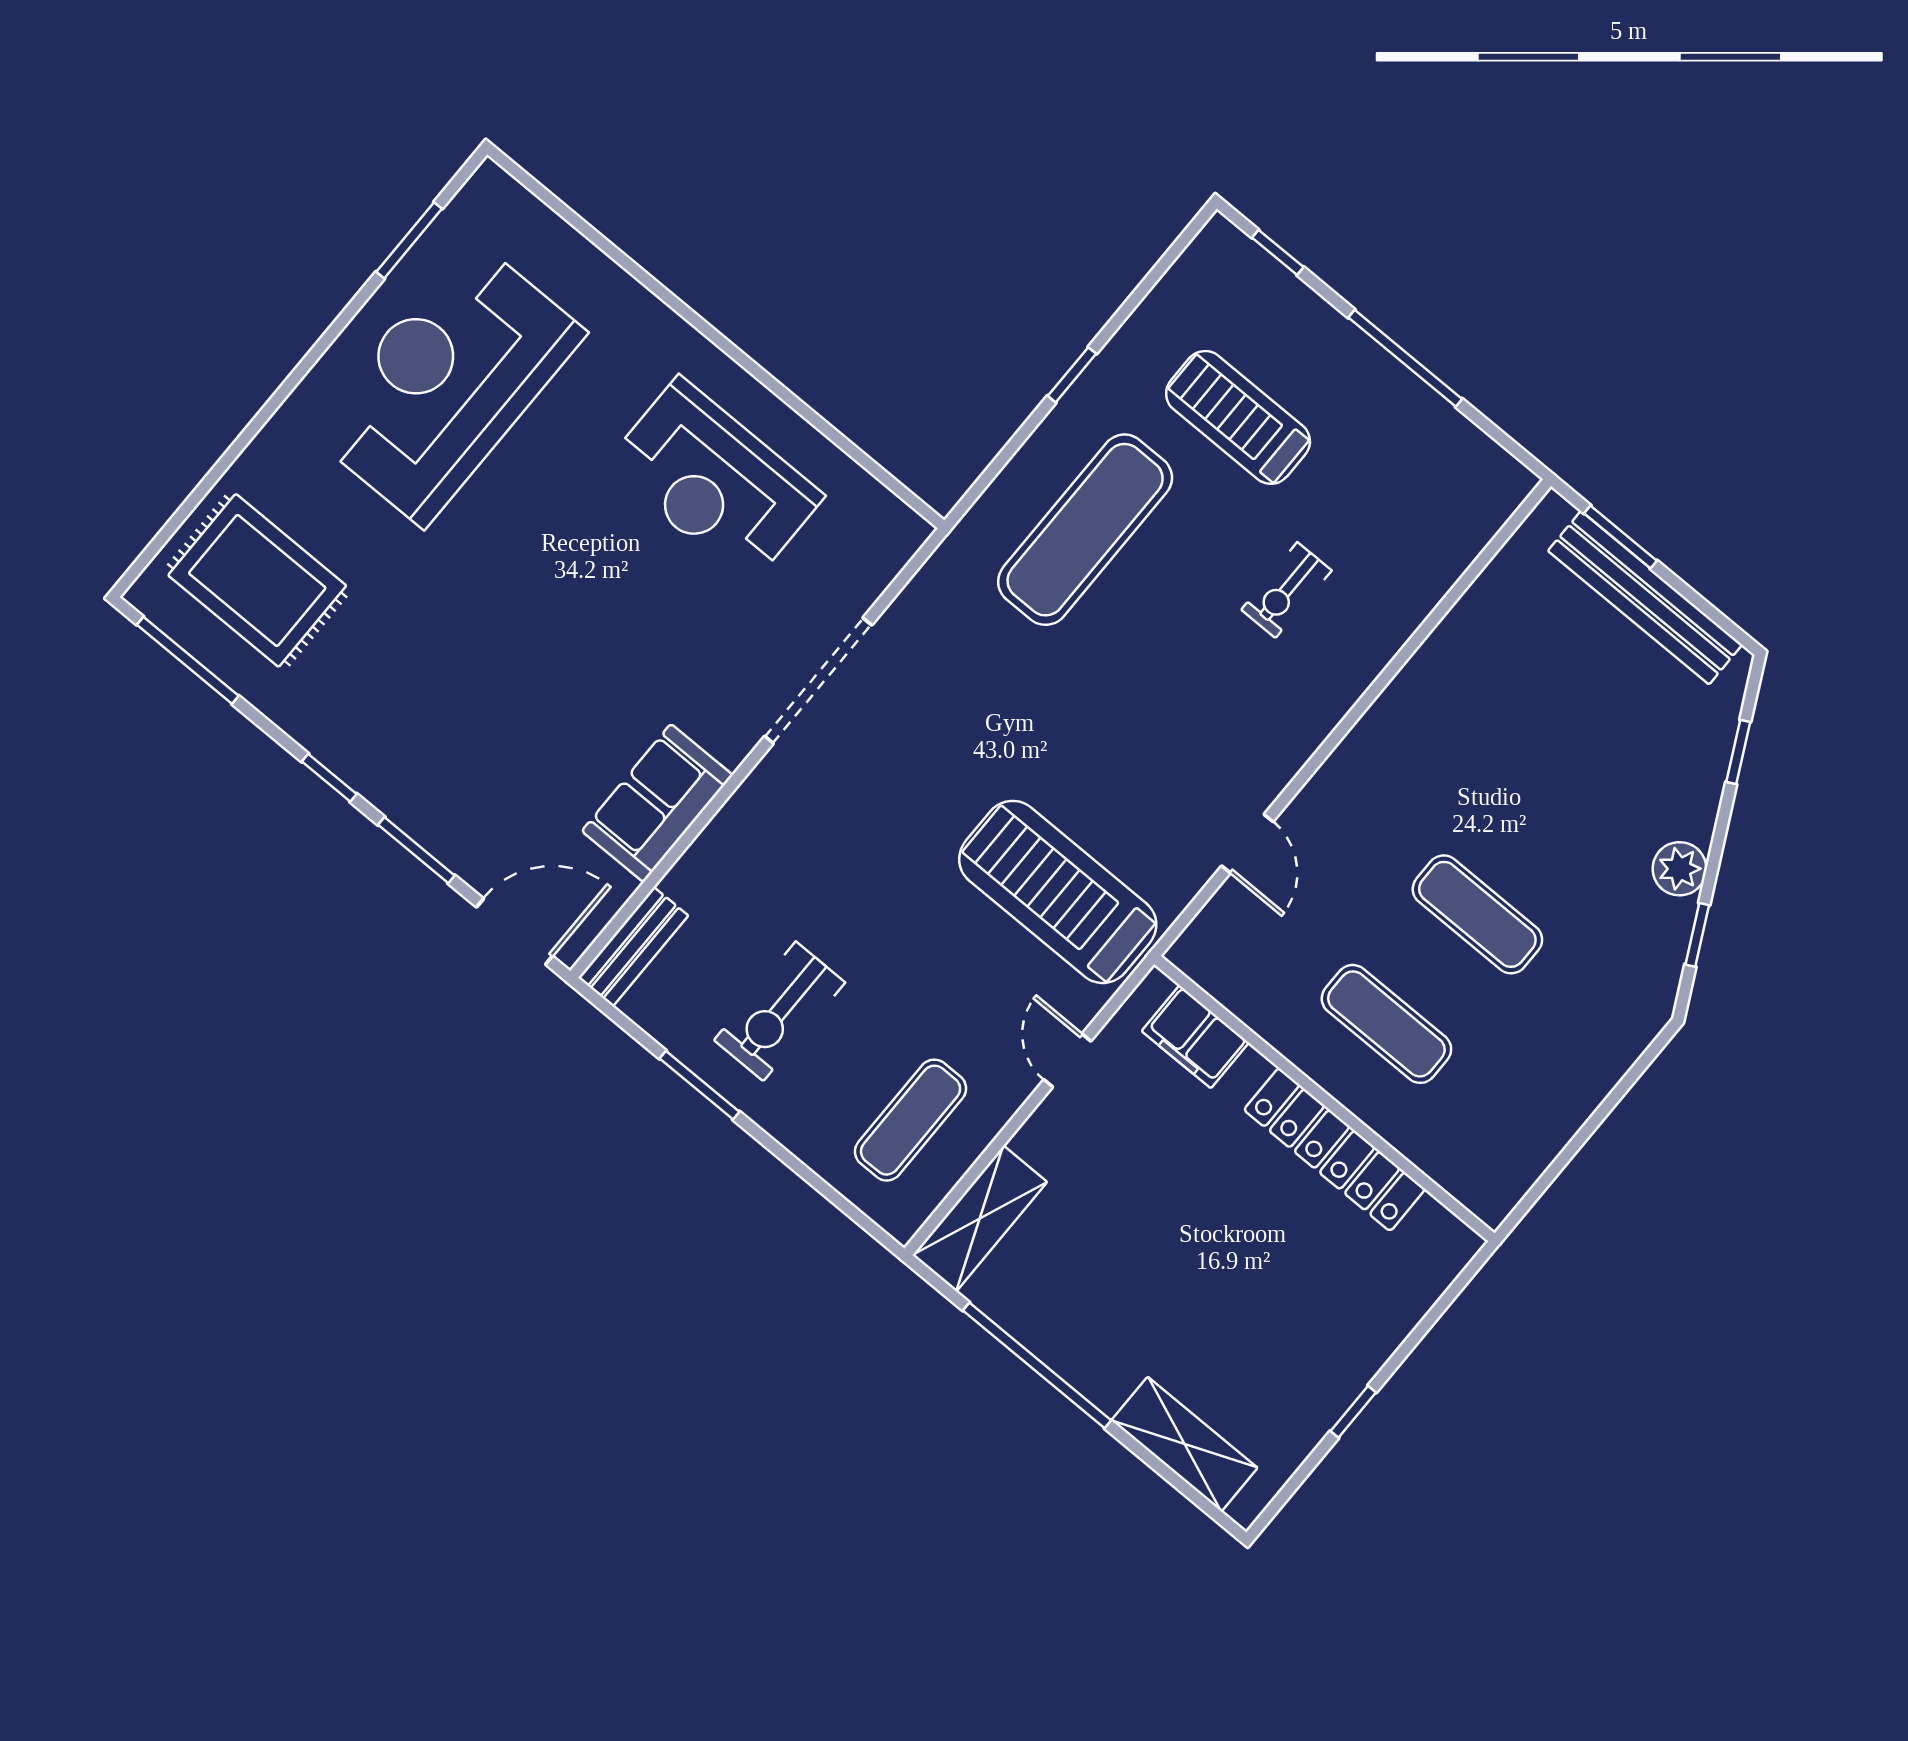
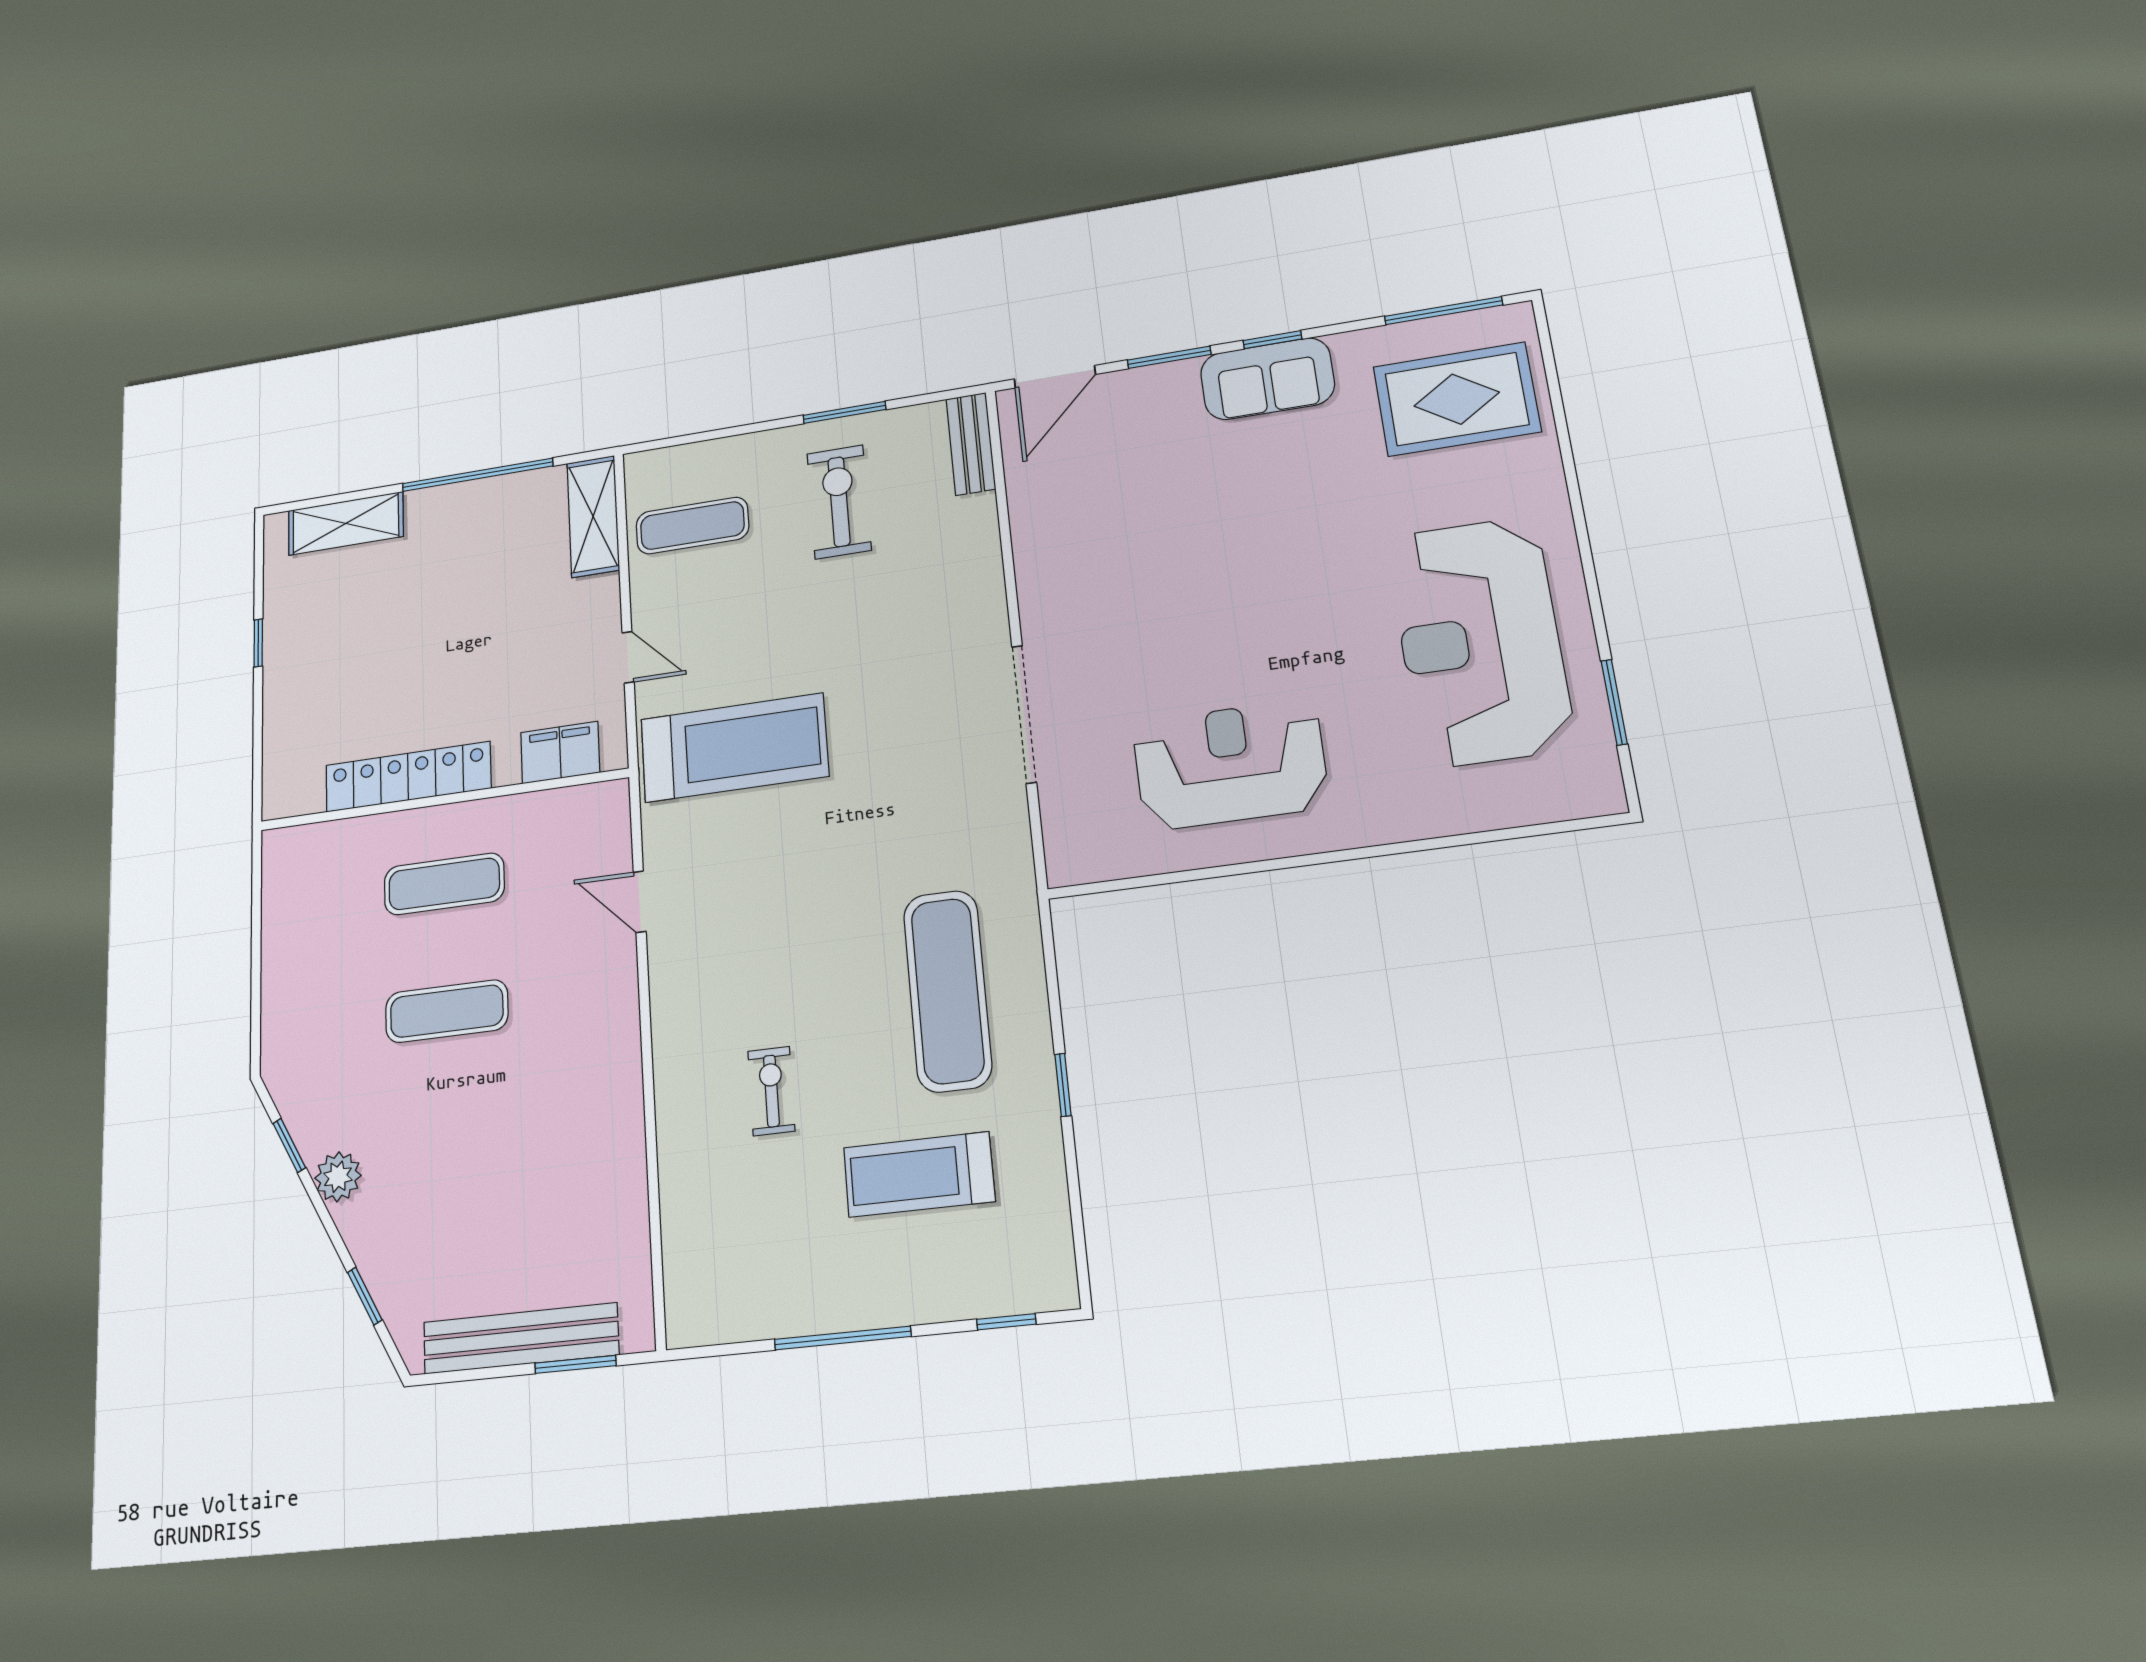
reception desk: (447, 382) -> (1480, 641), turned 180
treadmill: (1238, 417) -> (919, 1174), turned 180
sofa: (657, 803) -> (1267, 379), moved, turned 90
exercise mat: (911, 1120) -> (692, 526), turned 90

